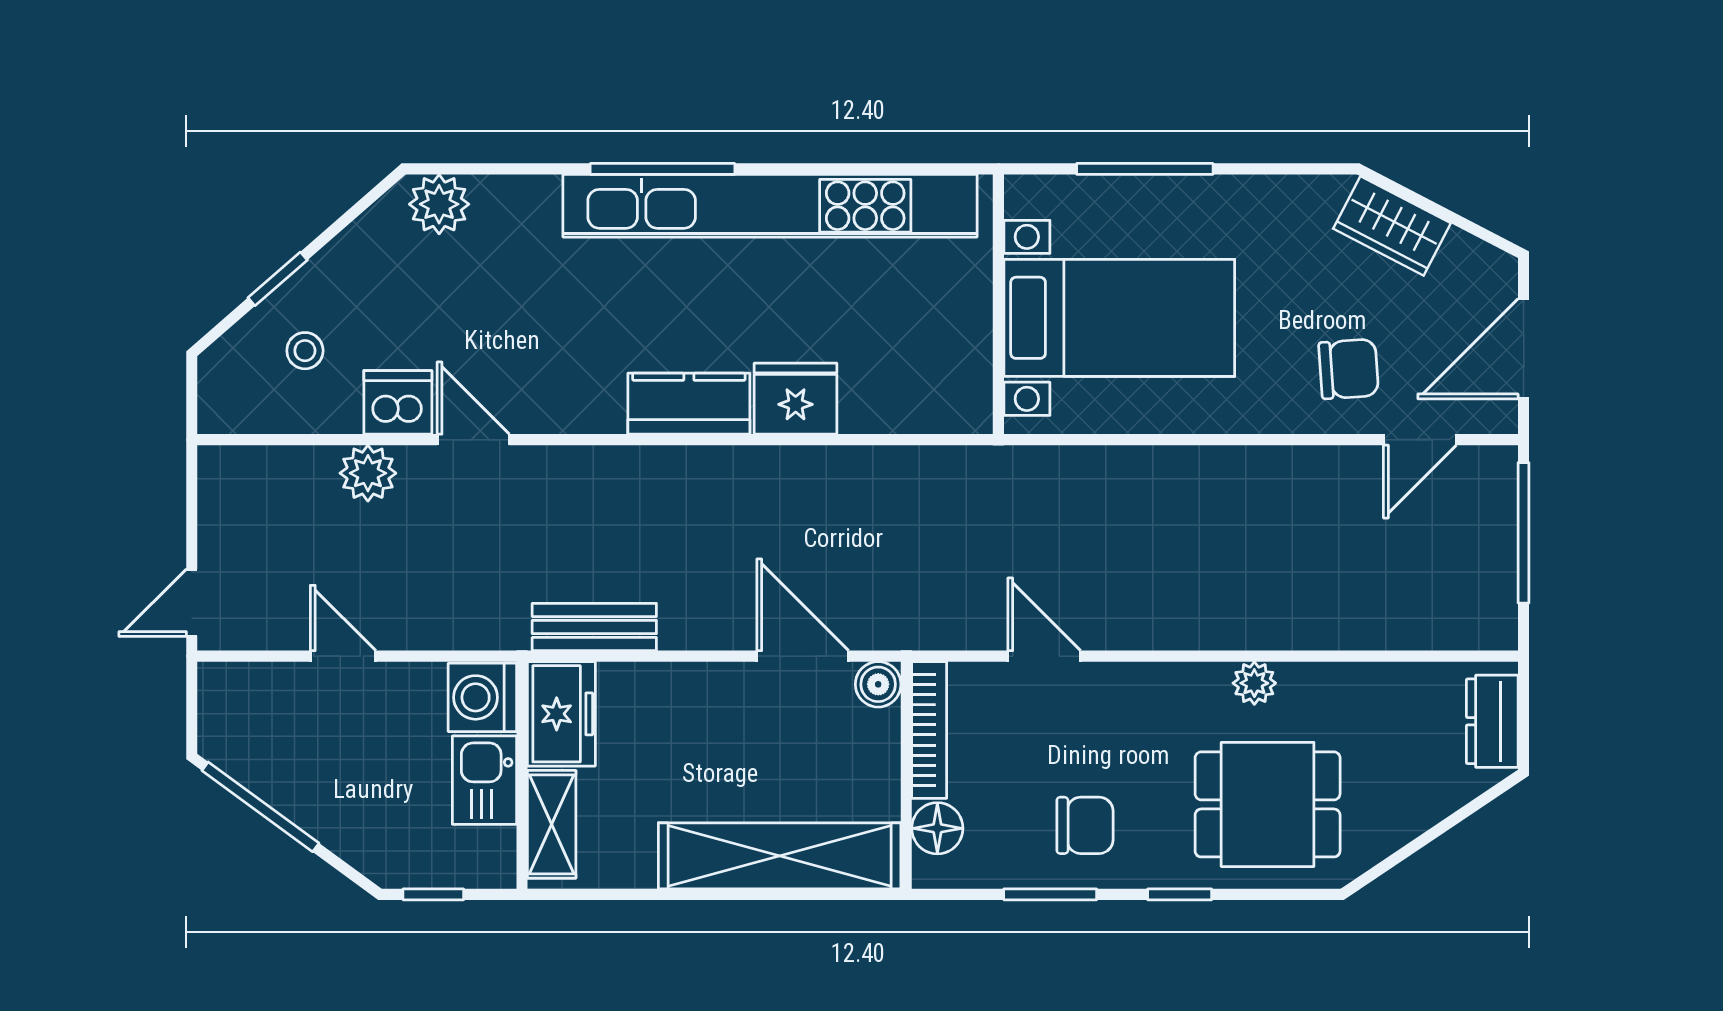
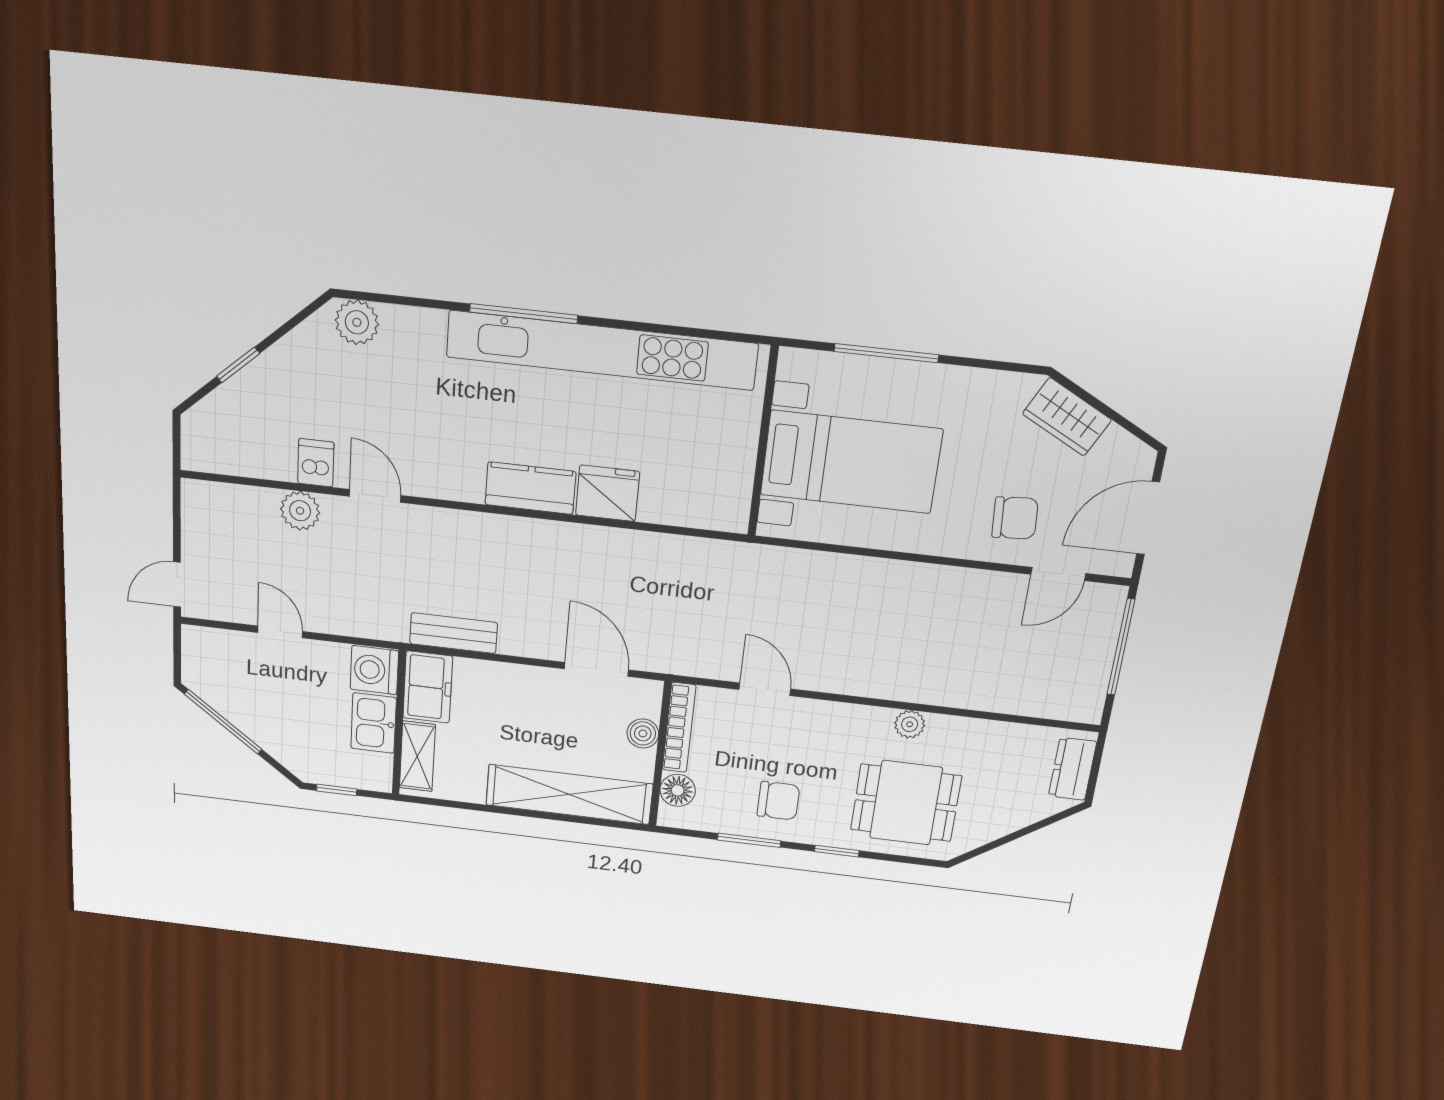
stool: (305, 351) -> (257, 419), removed
dishwasher: (398, 402) -> (316, 463), width x0.73
boiler: (878, 684) -> (643, 733), moved

